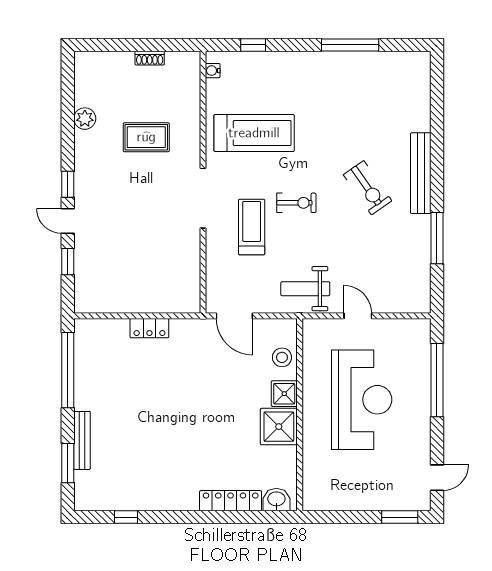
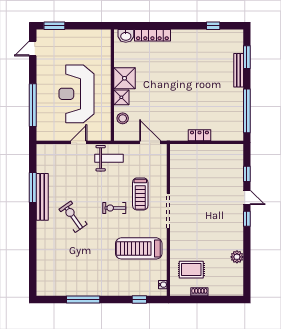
rug: (146, 137) -> (191, 270), moved
bench: (421, 173) -> (42, 197), moved
door: (358, 316) -> (79, 142), swing flipped

